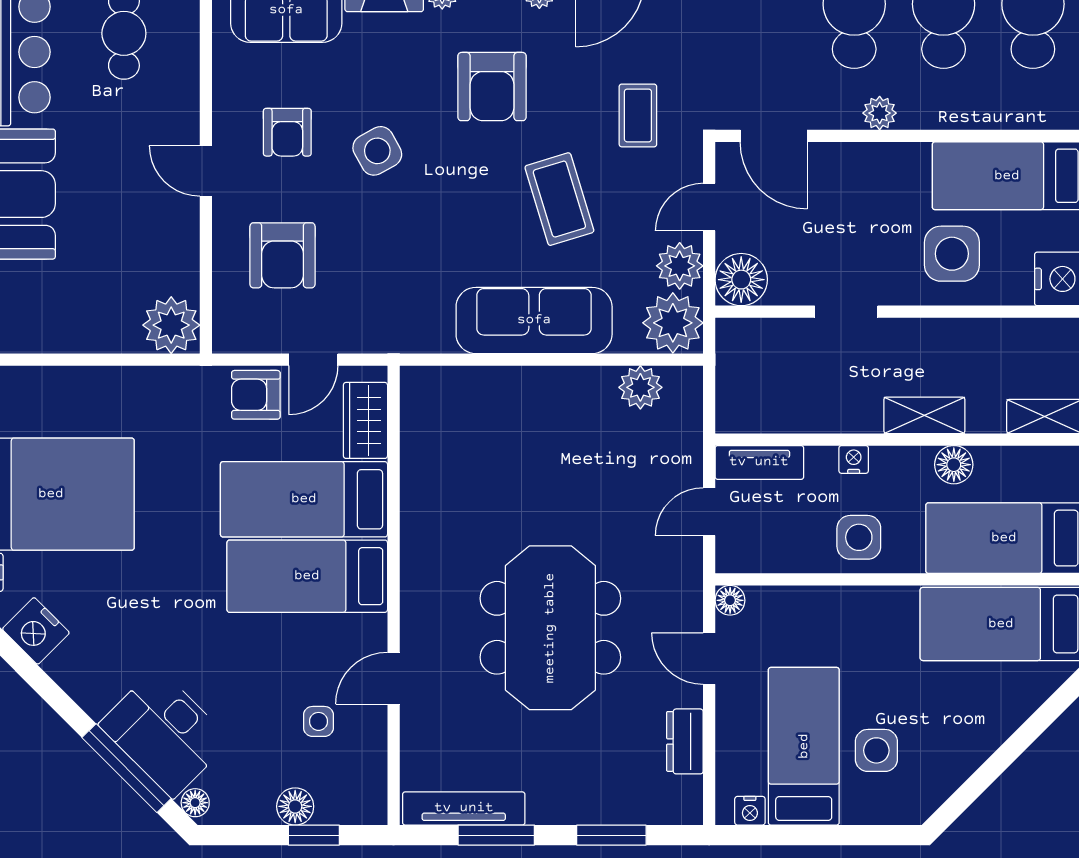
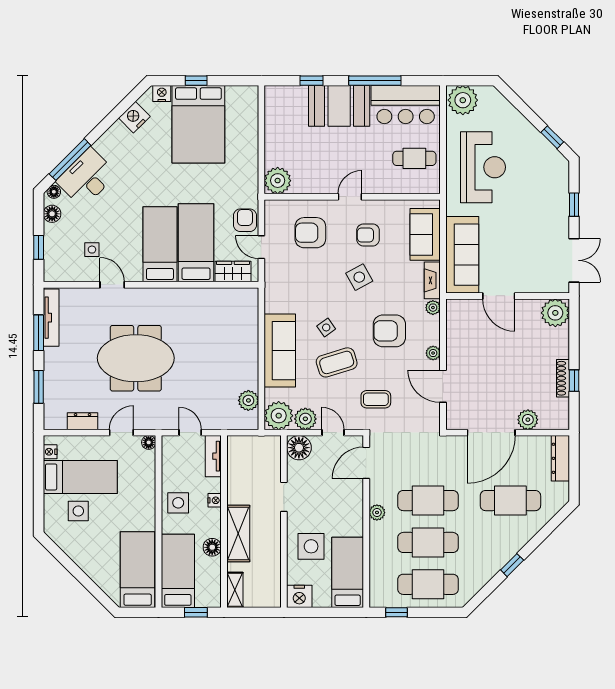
side table: (485, 221) -> (326, 327), added
shelving: (924, 415) -> (238, 533), width x1.50, depth x1.33
floor lamp: (295, 806) -> (52, 214), moved

